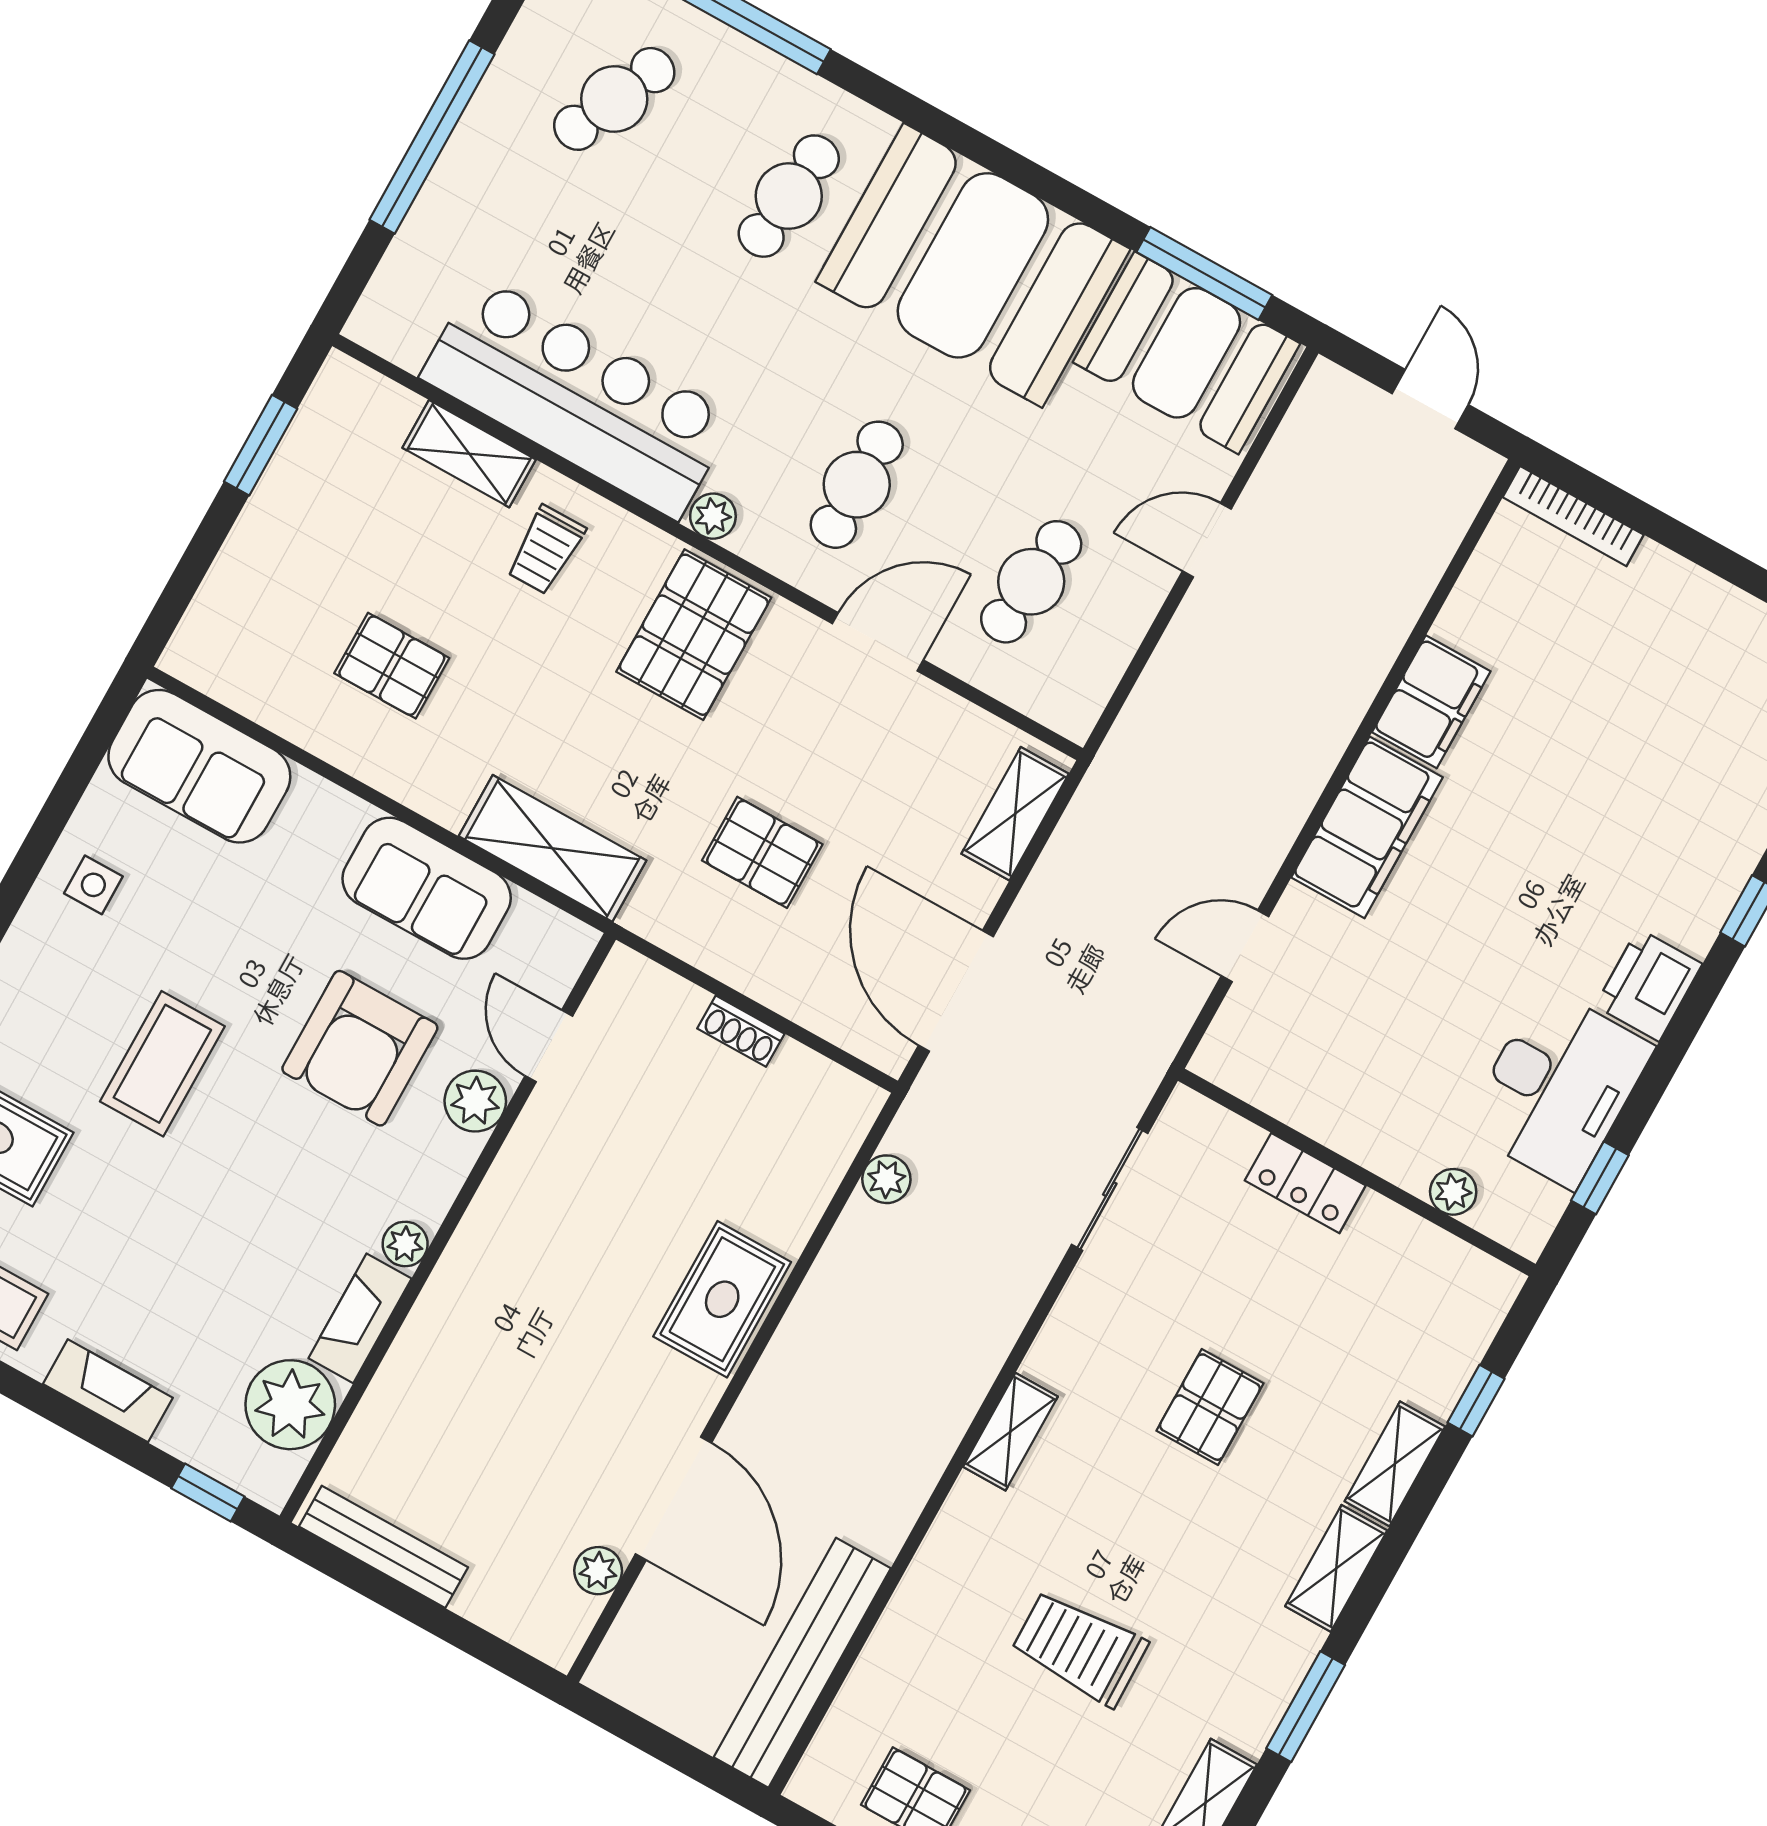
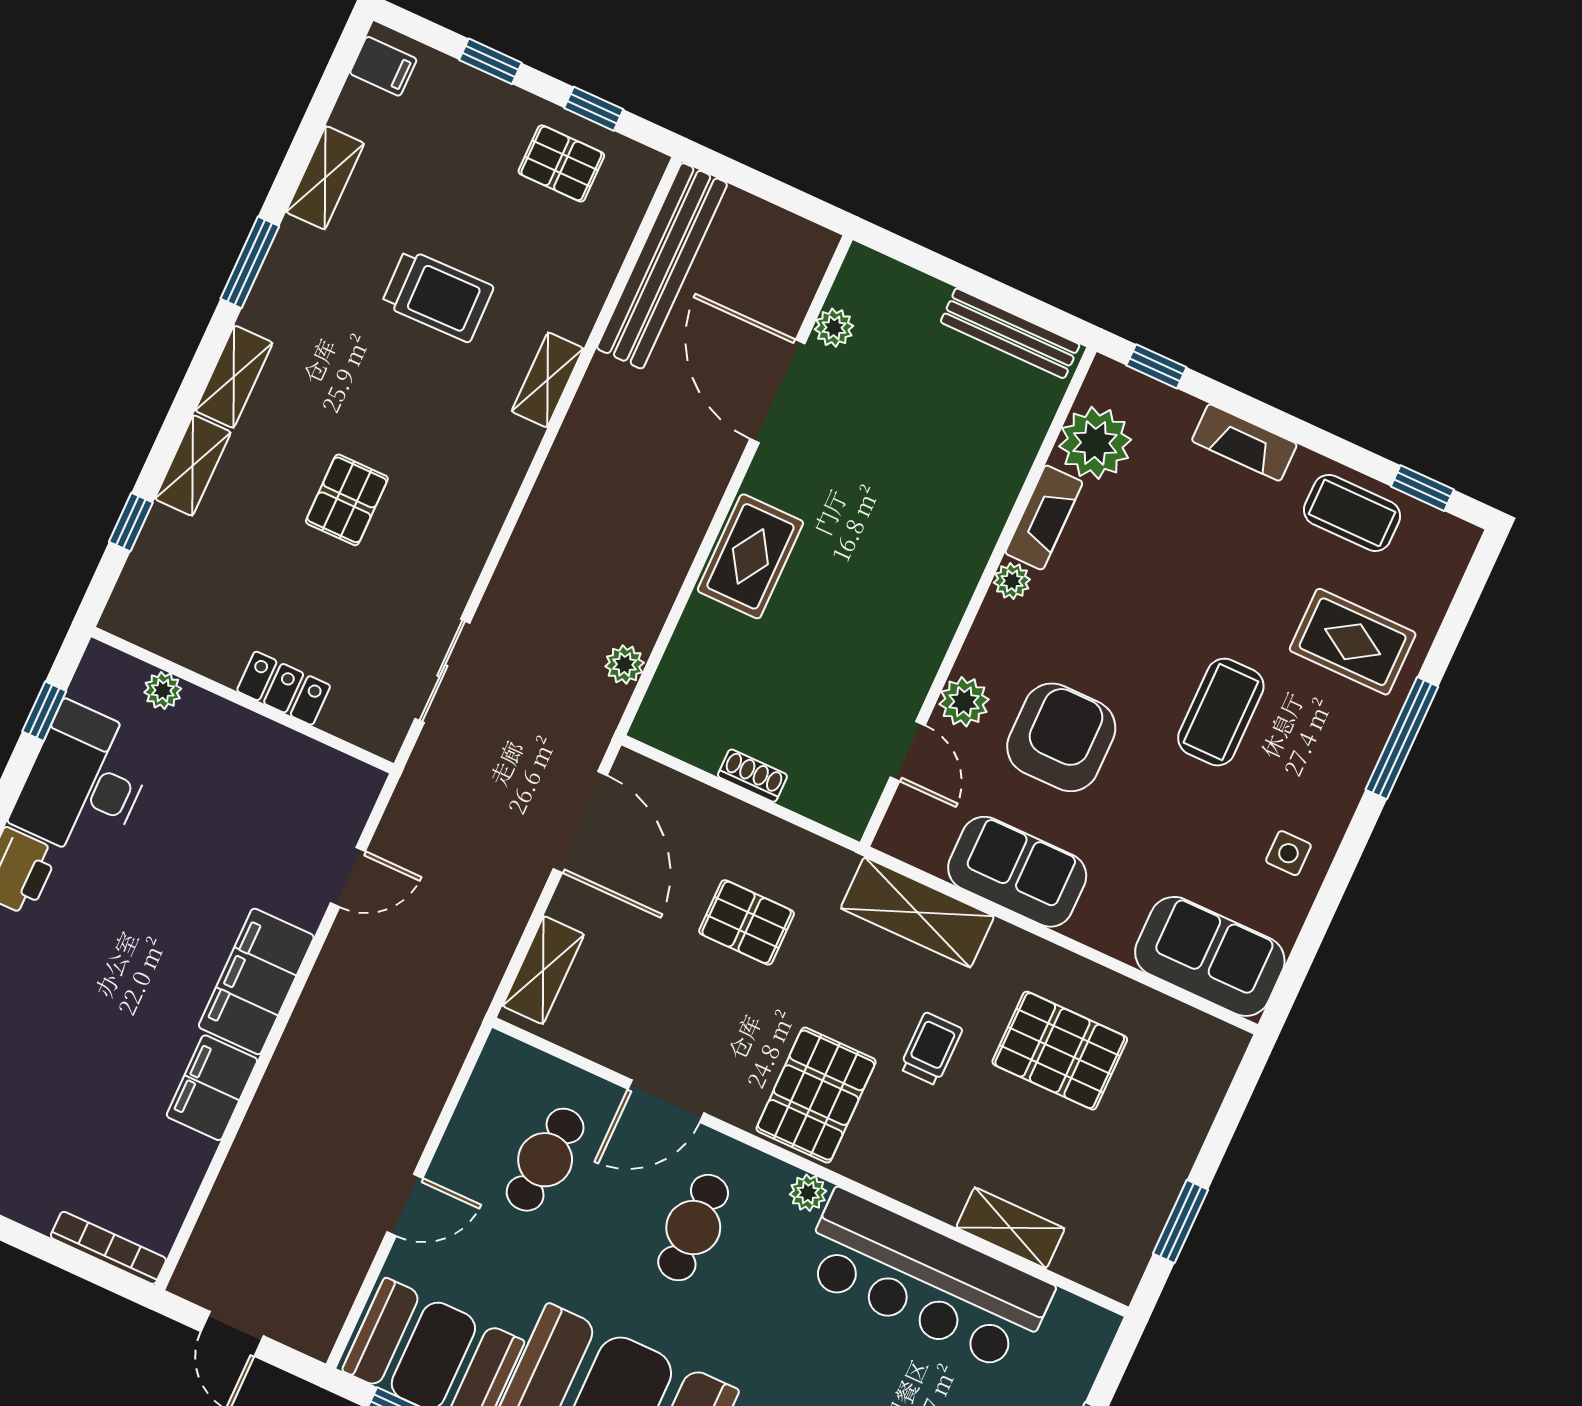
trolley: (546, 550) -> (931, 1049), moved
pallet: (392, 666) -> (1060, 1051), width x1.50, depth x1.42
shelving: (1010, 1432) -> (547, 380), moved

